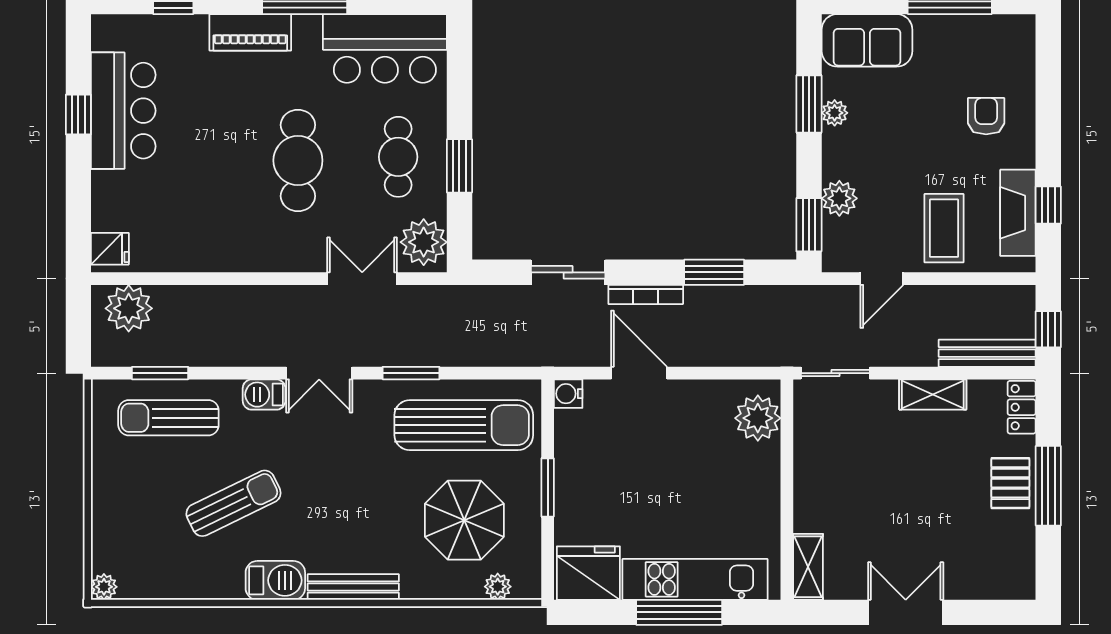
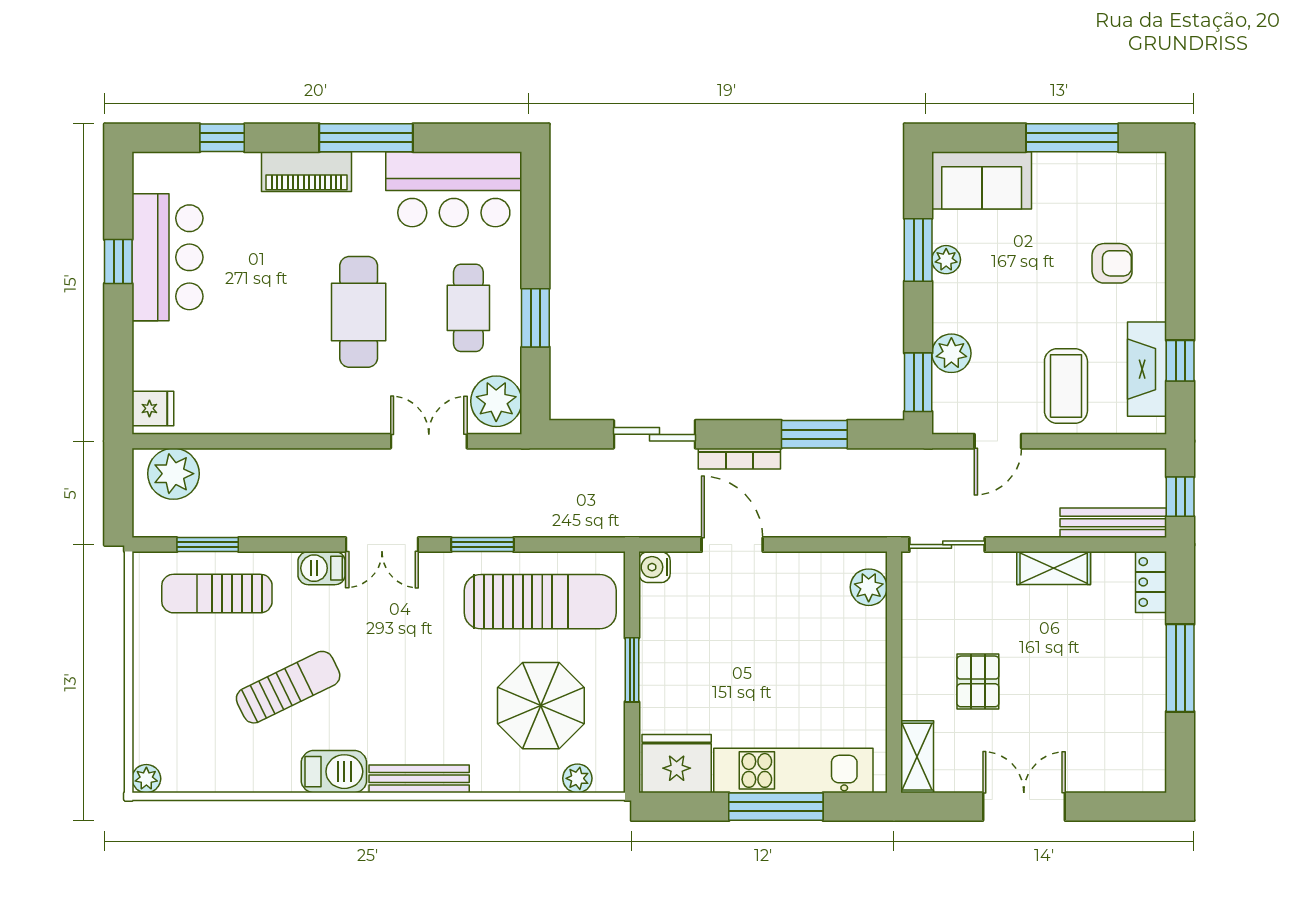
armchair: (986, 116) -> (1112, 263), turned 90
plant: (758, 418) -> (869, 587), width x0.73, depth x0.73
pallet: (1010, 483) -> (978, 681), moved

